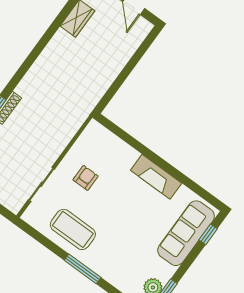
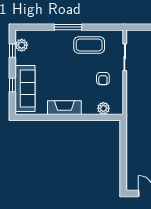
plant: (111, 142) -> (103, 108), added
window: (208, 234) -> (12, 85), moved

